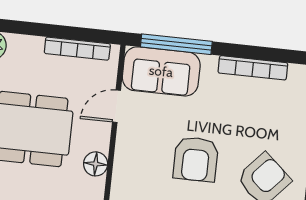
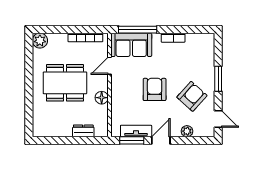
bookcase: (253, 68) -> (173, 38), width x0.64
armchair: (196, 159) -> (155, 89), turned 180

